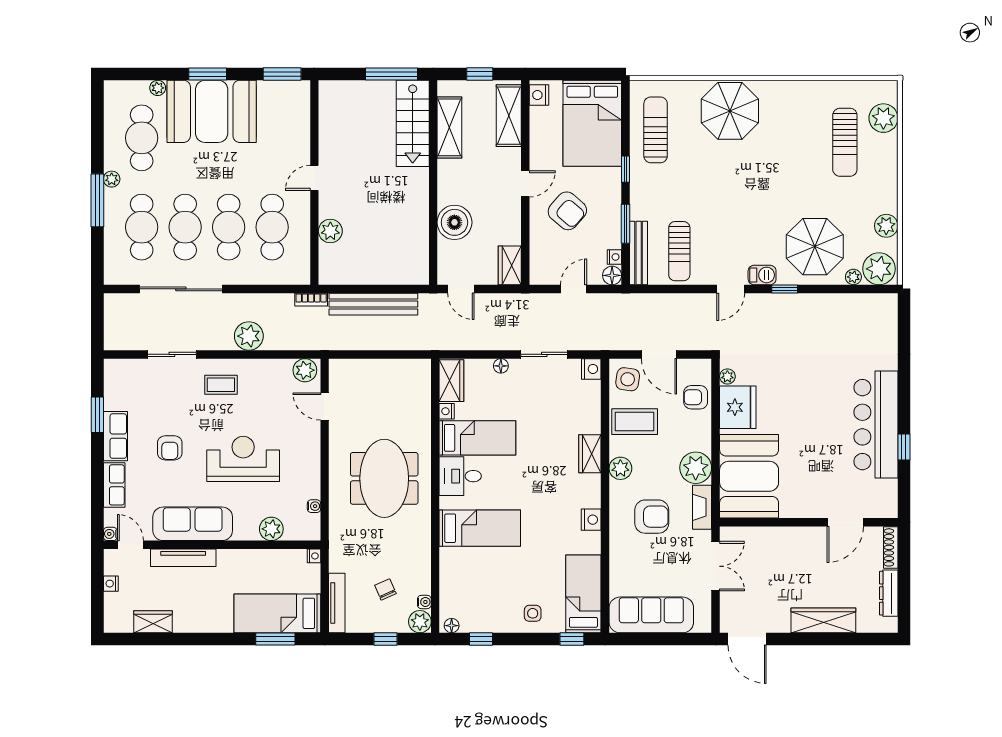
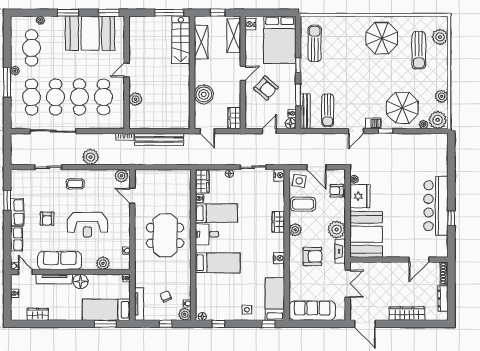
booth: (212, 111) -> (90, 33), moved
parasol: (730, 111) -> (382, 38), moved
reception desk: (243, 459) -> (87, 225), turned 180
floor lamp: (231, 562) -> (81, 281), added

